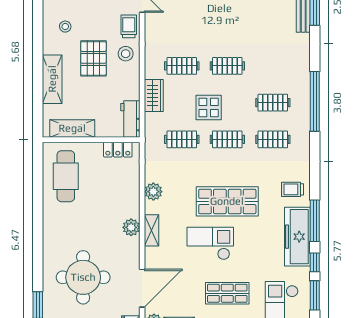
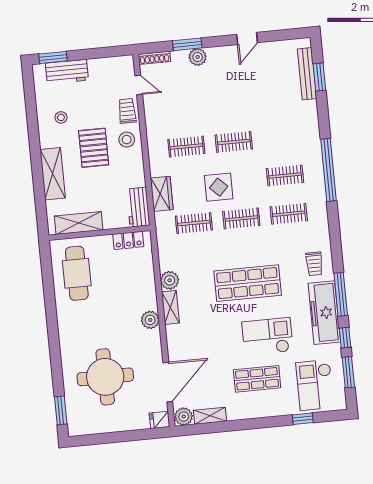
wardrobe: (154, 95) -> (162, 194), moved
trolley: (292, 189) -> (314, 264), turned -90
shelving: (152, 230) -> (170, 307), moved
checkout: (210, 243) -> (267, 336), moved

